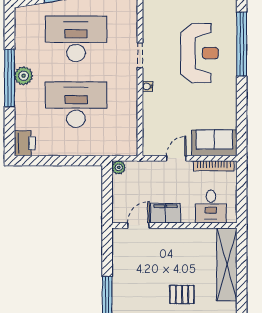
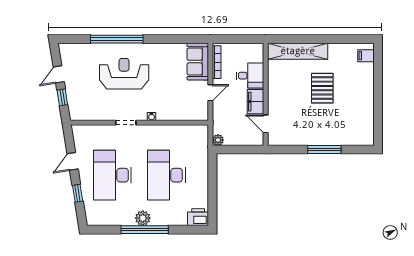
door: (176, 158) -> (210, 93), swing flipped
desk: (211, 207) -> (250, 76), moved
pallet: (182, 294) -> (322, 88), width x1.50, depth x1.42

